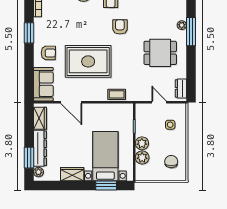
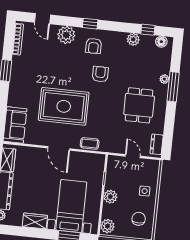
armchair: (48, 53) -> (24, 93), removed
dining table: (160, 53) -> (139, 105), turned 90
door: (71, 102) -> (59, 148), moved
side table: (170, 125) -> (145, 191), moved
plant: (142, 158) -> (107, 226), moved

